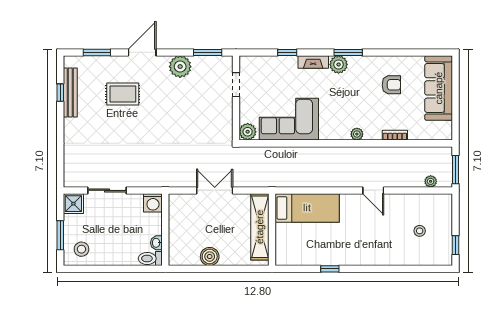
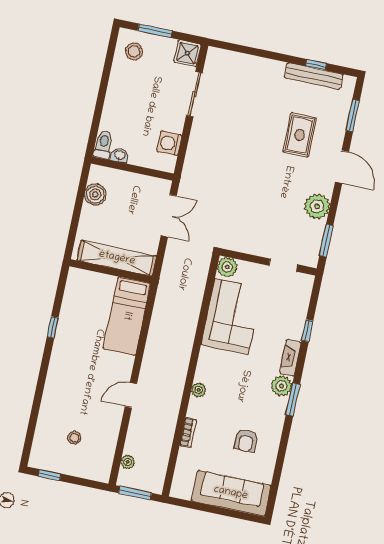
wall: (165, 230) -> (132, 169), moved
washbasin: (156, 243) -> (120, 155), moved
toilet: (150, 258) -> (103, 145), moved

